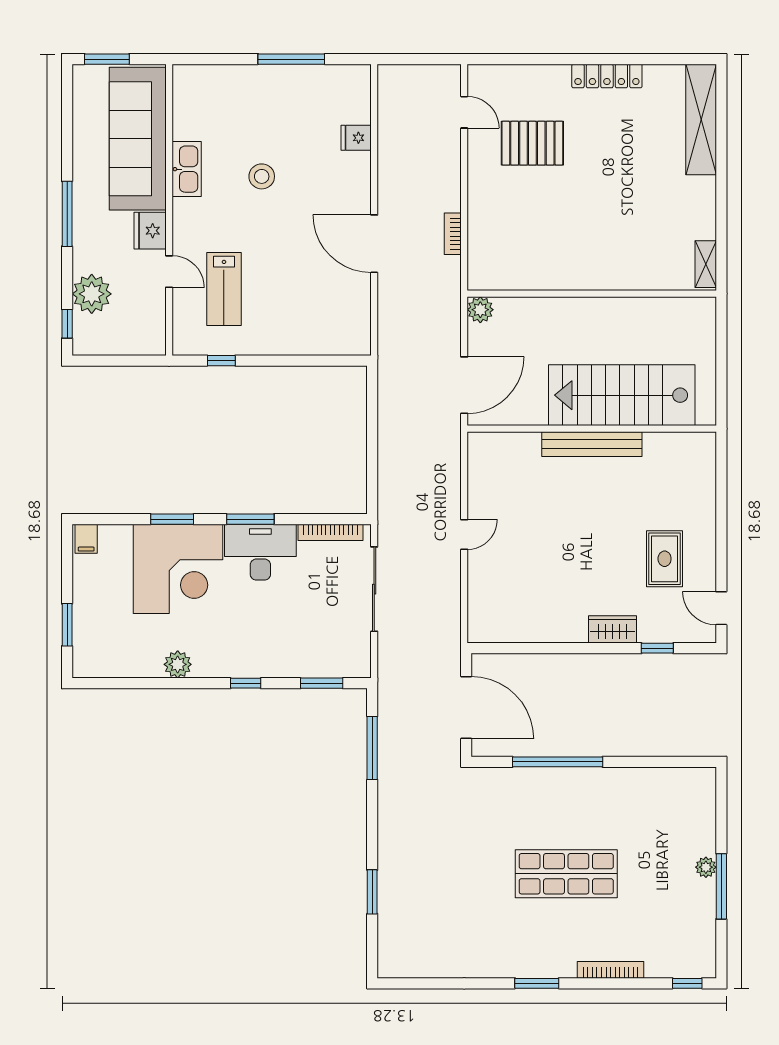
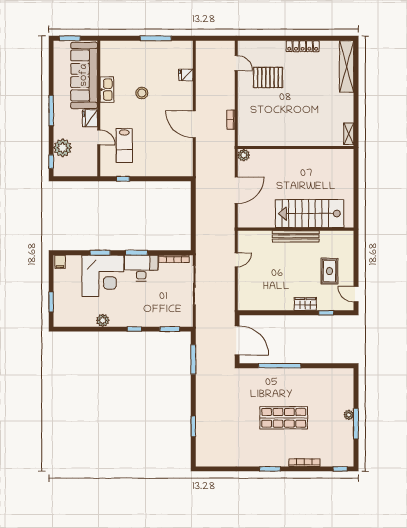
stairs: (622, 395) -> (310, 214), moved
wall: (592, 429) -> (296, 229), moved
bench: (592, 444) -> (296, 236), moved

